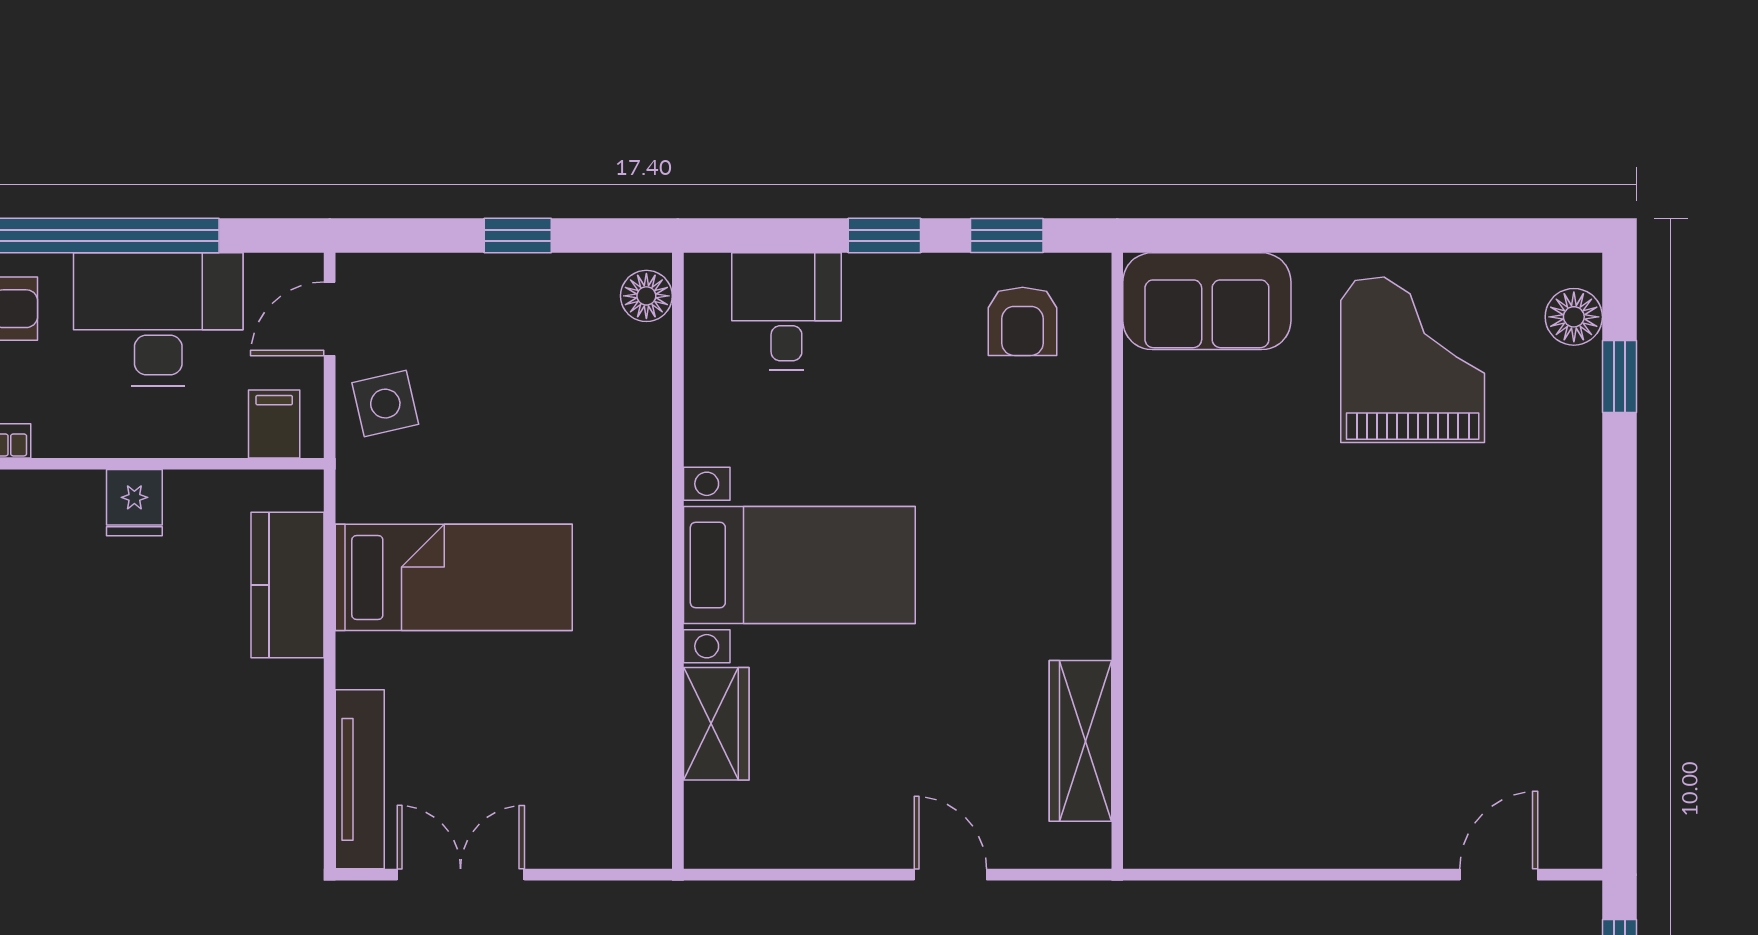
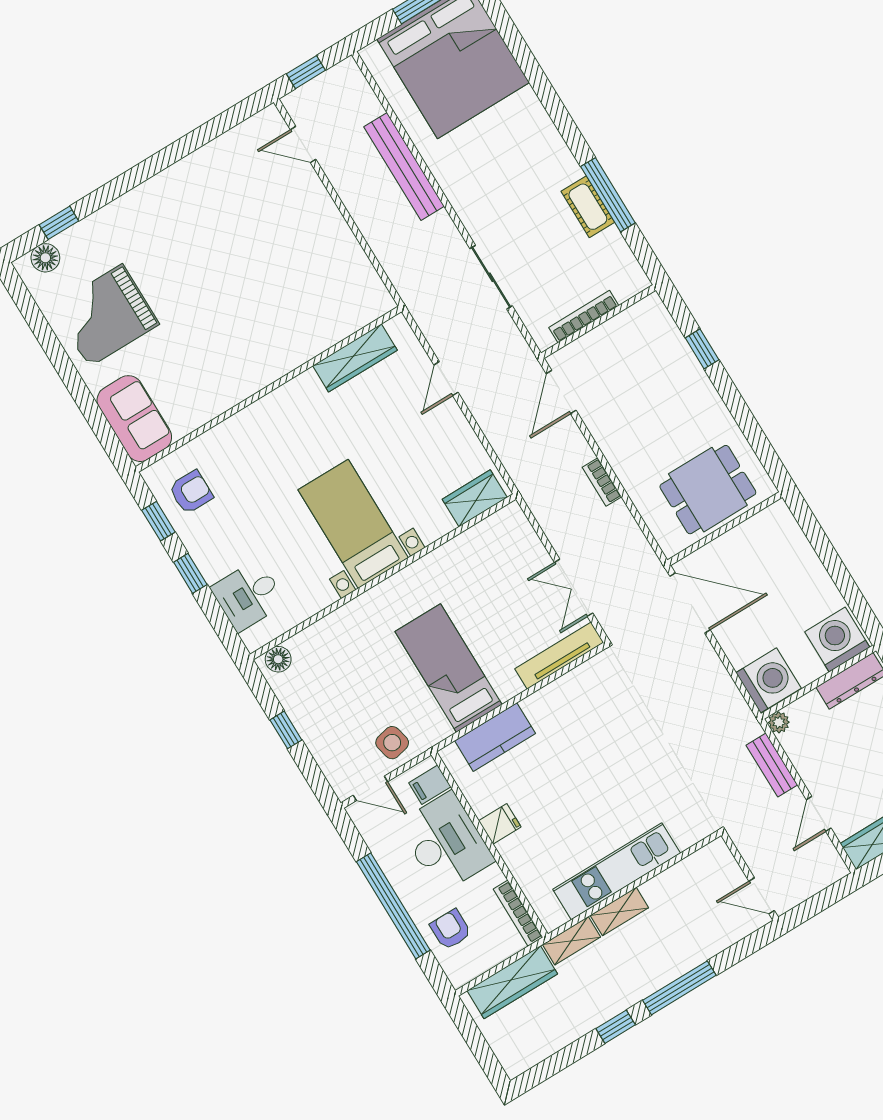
desk: (158, 319) -> (446, 842), moved, turned 180
wardrobe: (716, 724) -> (475, 498), moved

